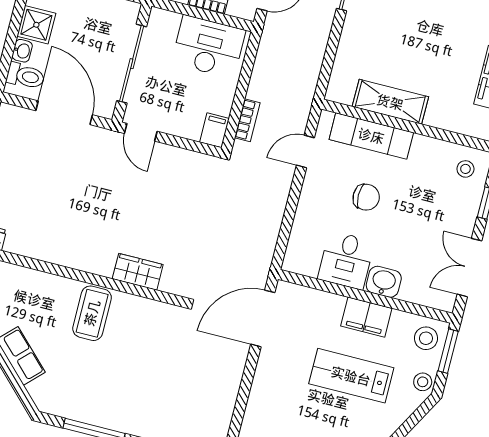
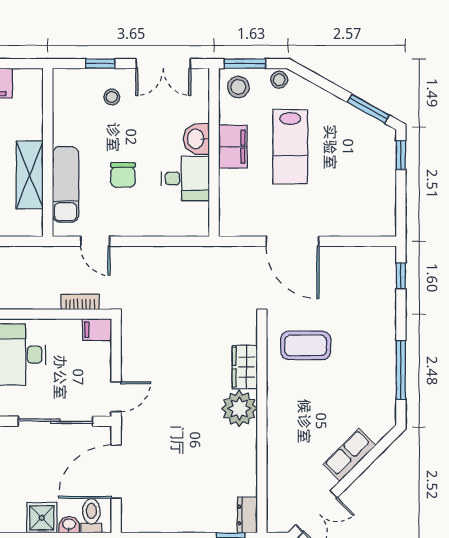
stool: (465, 169) -> (112, 97), moved
chair: (366, 197) -> (123, 175), turned 180
plant: (97, 255) -> (239, 409), added
coffee table: (92, 313) -> (306, 345), moved
door: (263, 318) -> (292, 241), moved

